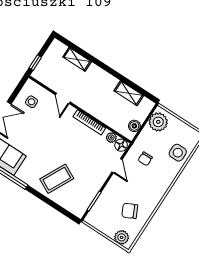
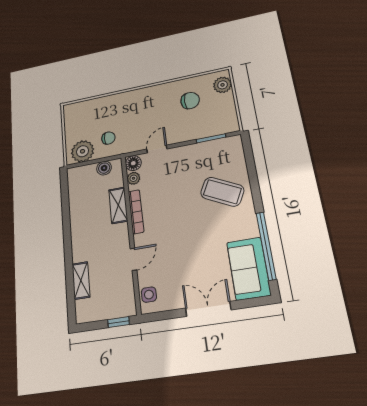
shelving: (129, 93) -> (118, 205), moved
side table: (32, 102) -> (149, 295), moved
side table: (178, 153) -> (98, 111), removed
chair: (145, 159) -> (108, 138), moved
chair: (130, 211) -> (190, 101), turned -64

